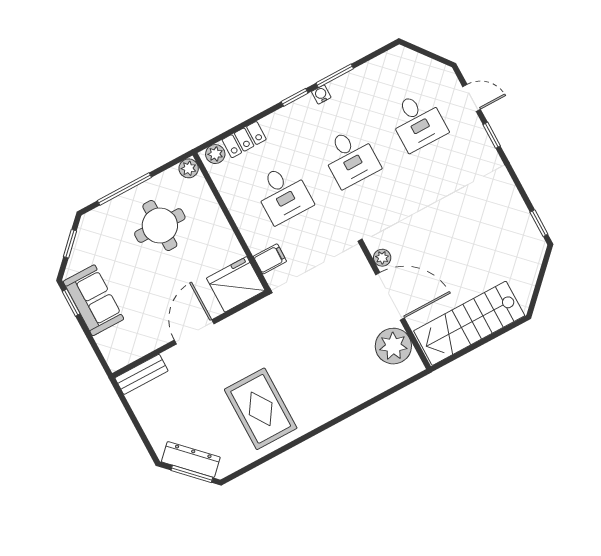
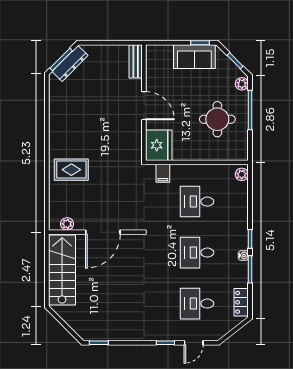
locker: (244, 140) -> (241, 302), moved
plant: (189, 168) -> (242, 84), moved
plant: (382, 258) -> (128, 240), removed
plant: (393, 346) -> (67, 224), width x0.53, depth x0.53
rug: (261, 409) -> (71, 170), moved, width x0.73, depth x0.70

